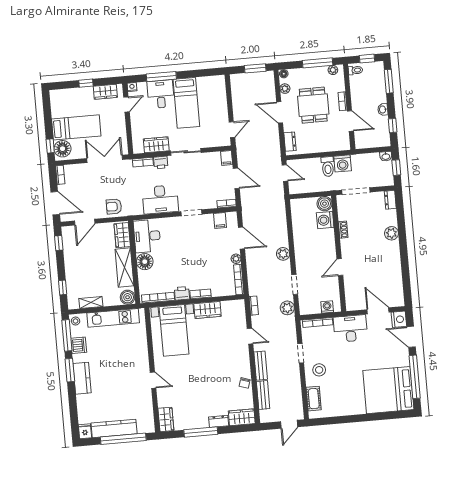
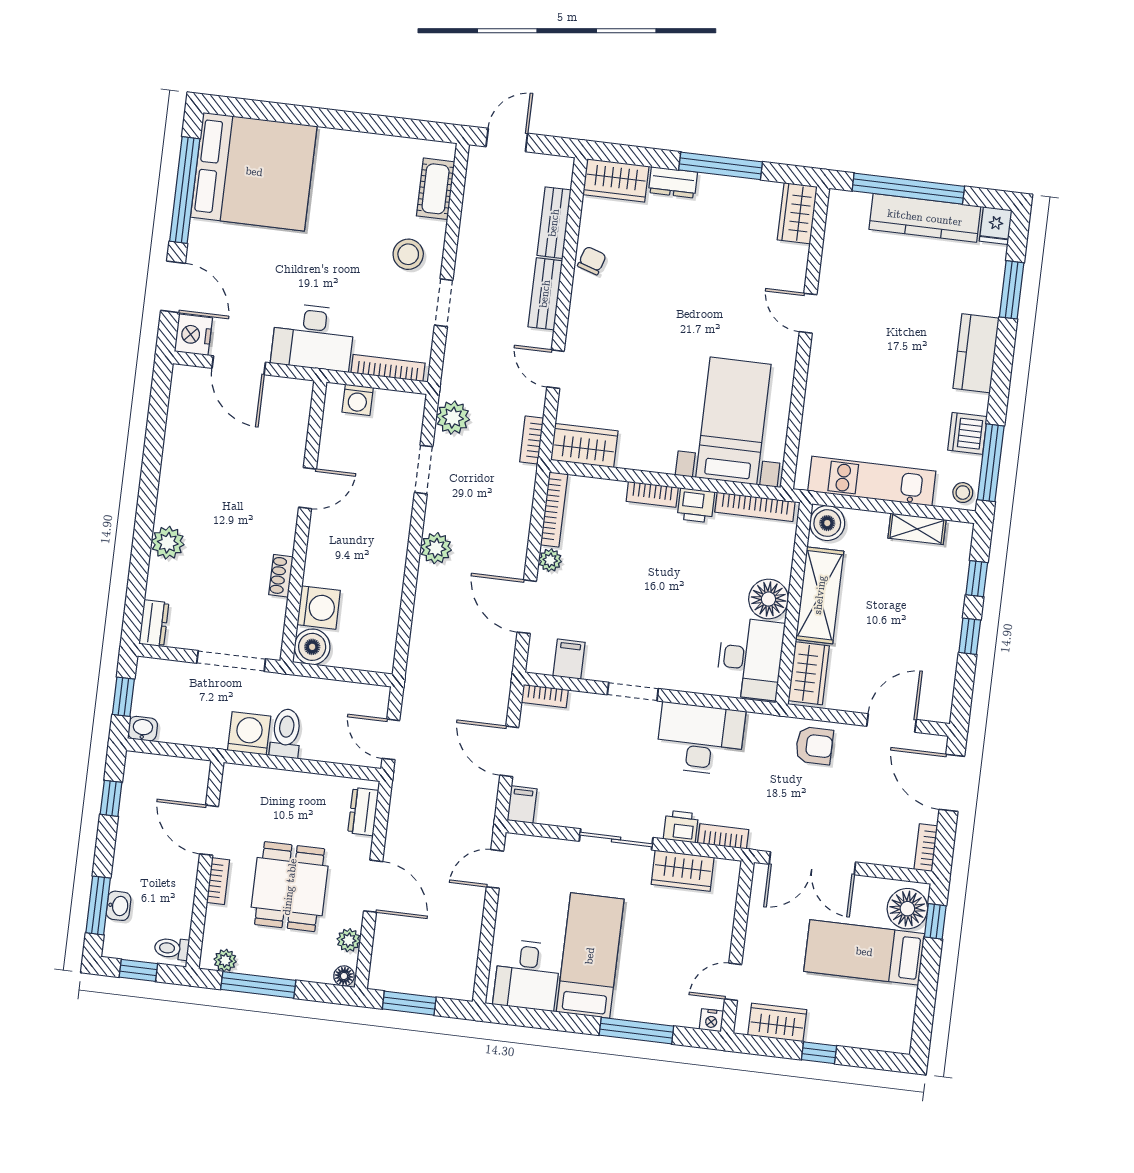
desk: (161, 94) -> (527, 975), moved
washbasin: (383, 110) -> (119, 906), moved
window: (59, 243) -> (970, 636), moved
wardrobe: (208, 310) -> (584, 445), moved
window: (70, 370) -> (1012, 290), moved

